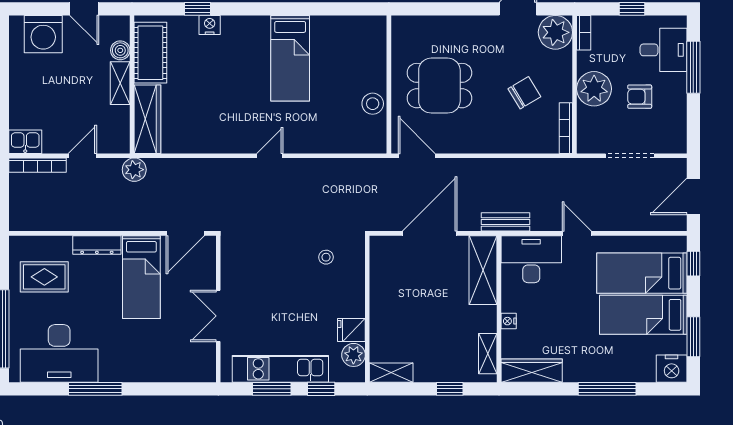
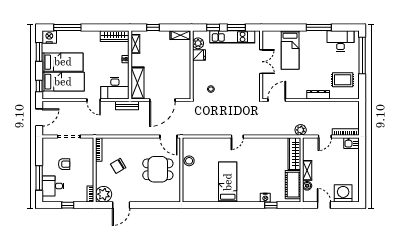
plant: (594, 89) -> (86, 168), removed
bed: (141, 277) -> (290, 50), moved, turned 180
desk: (59, 353) -> (340, 41), width x0.73, depth x0.77
window: (607, 389) -> (67, 27), moved

